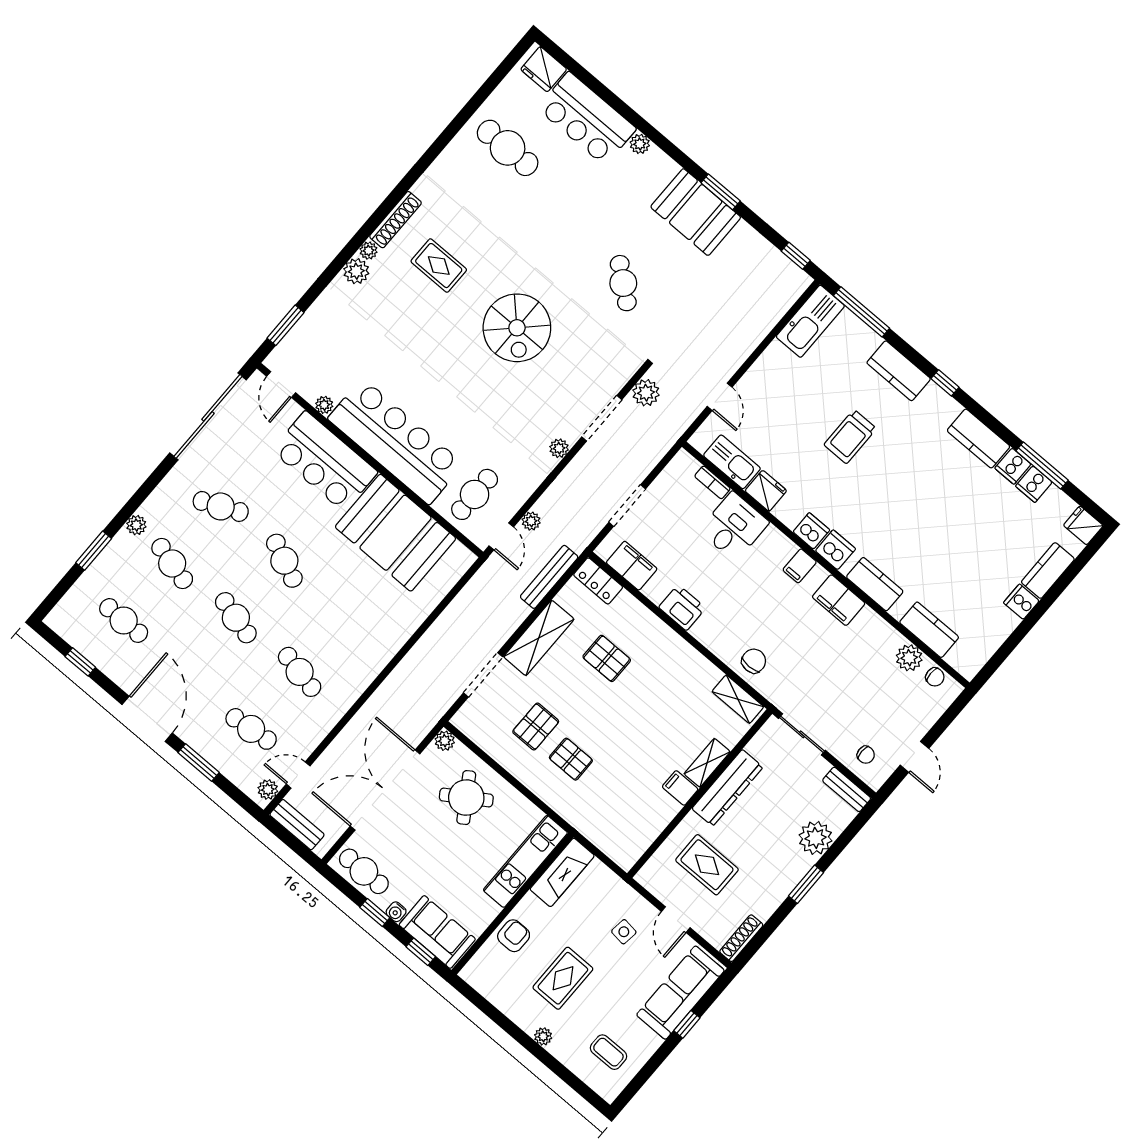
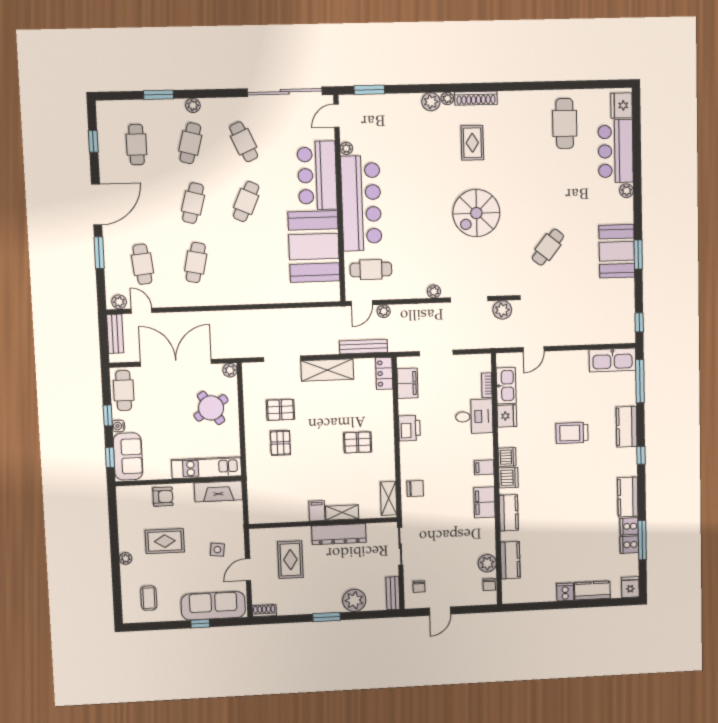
pallet: (607, 658) -> (358, 442), moved, turned 90
shoe rack: (741, 938) -> (264, 611), width x0.70

